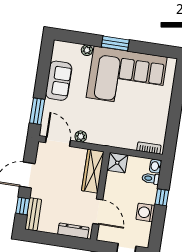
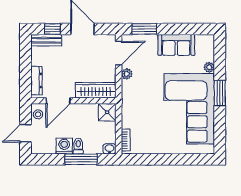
toilet: (151, 179) -> (78, 146), moved
window: (162, 197) -> (81, 159), width x2.17
stool: (109, 235) -> (38, 114), added

